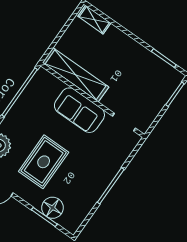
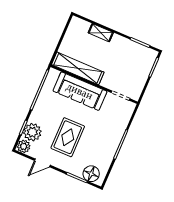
shelving: (94, 20) -> (101, 33), moved
sofa: (79, 110) -> (80, 91), width x1.36
floor lamp: (53, 208) -> (91, 174), moved

